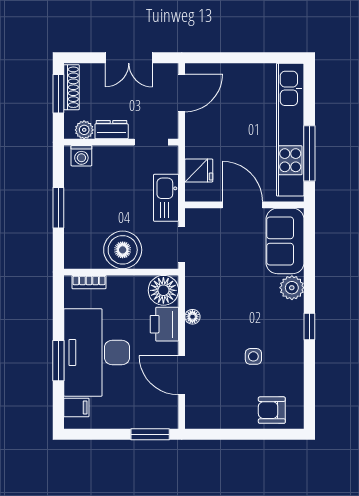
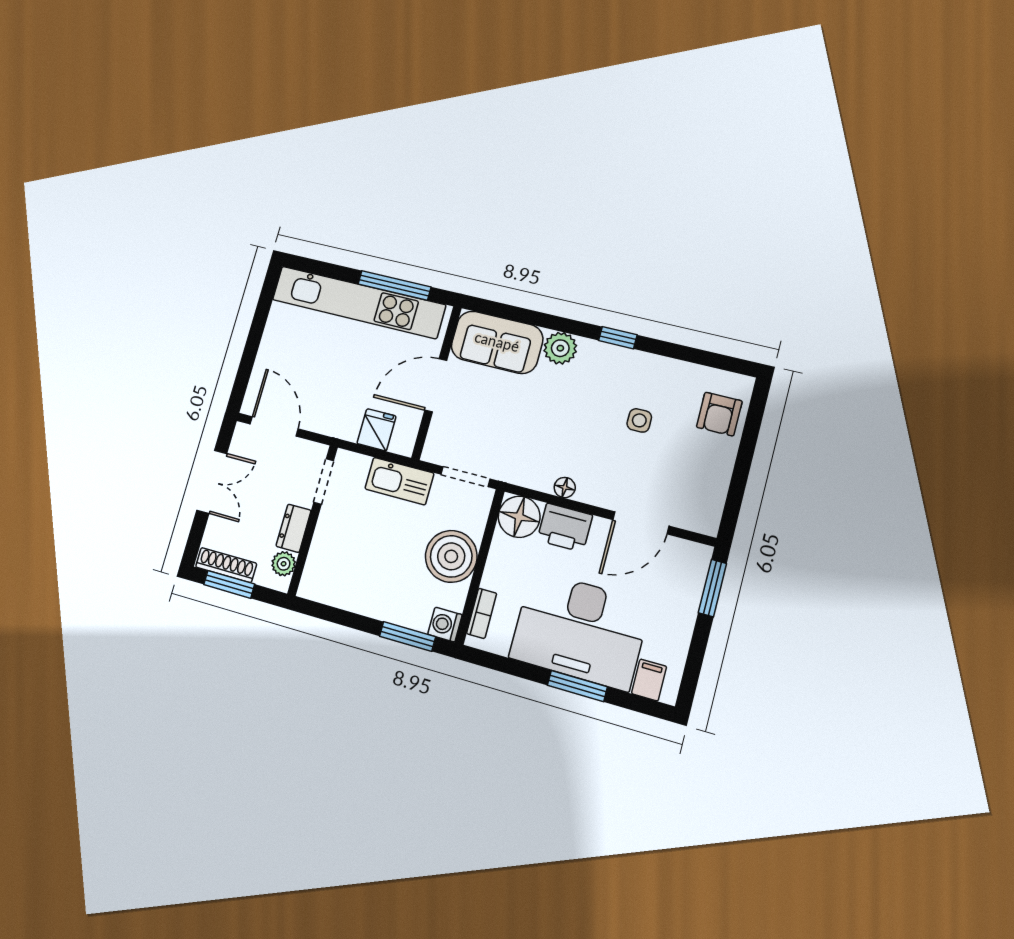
washing machine: (81, 156) -> (445, 625), moved, turned 180
window: (58, 208) -> (407, 636), moved

